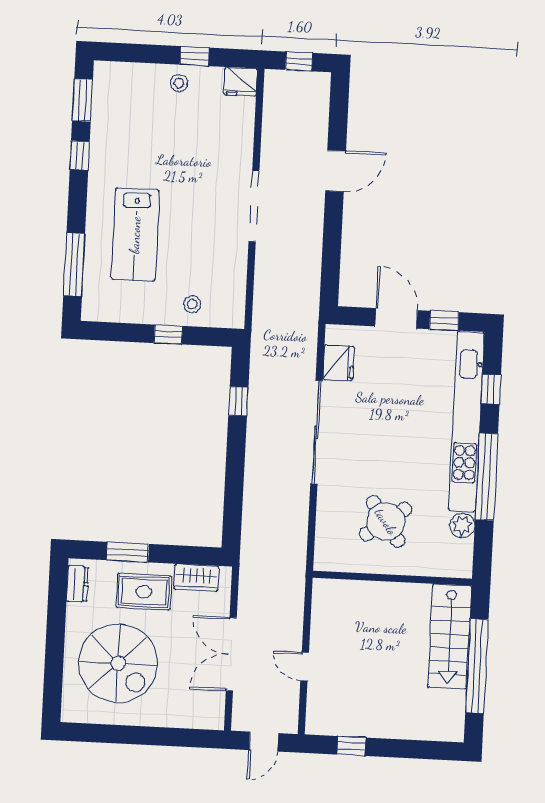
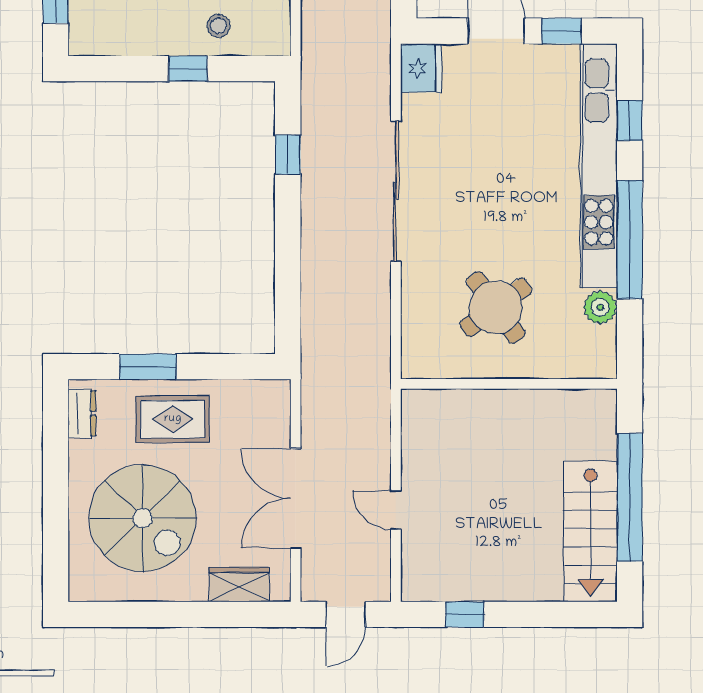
fridge: (338, 363) -> (421, 69), moved
wardrobe: (196, 578) -> (239, 585), moved, turned 180
stairs: (450, 636) -> (591, 532), moved

